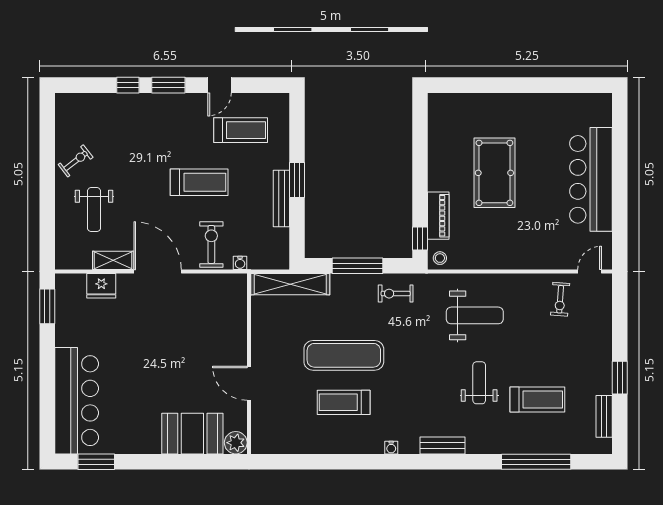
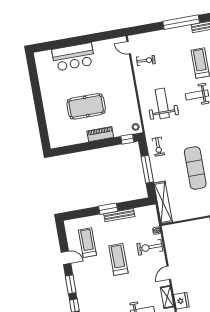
bar counter: (591, 179) -> (73, 57), width x0.73
piano: (438, 216) -> (100, 134), moved
door: (158, 271) -> (169, 273), width x0.53
window: (620, 378) -> (181, 22), width x2.11

